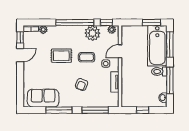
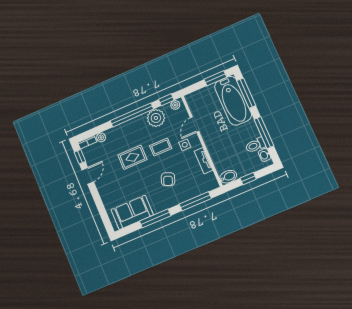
toilet: (159, 71) -> (255, 145), moved
bidet: (128, 102) -> (228, 177), added

